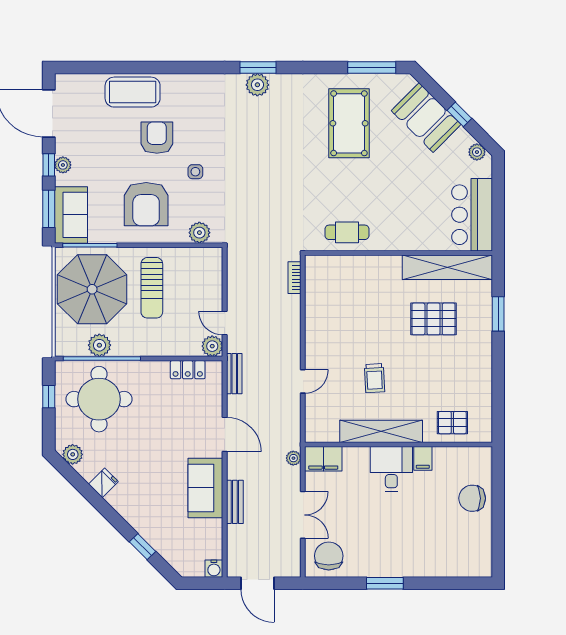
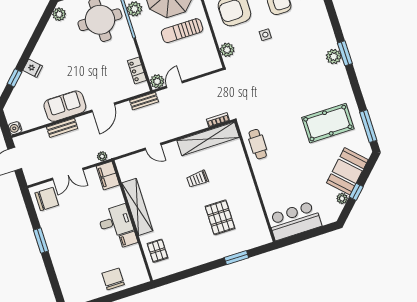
plant: (477, 152) -> (342, 198), moved
shelving: (447, 267) -> (208, 139), moved, turned 90
trolley: (374, 378) -> (197, 179), moved
fridge: (103, 483) -> (33, 68), moved

